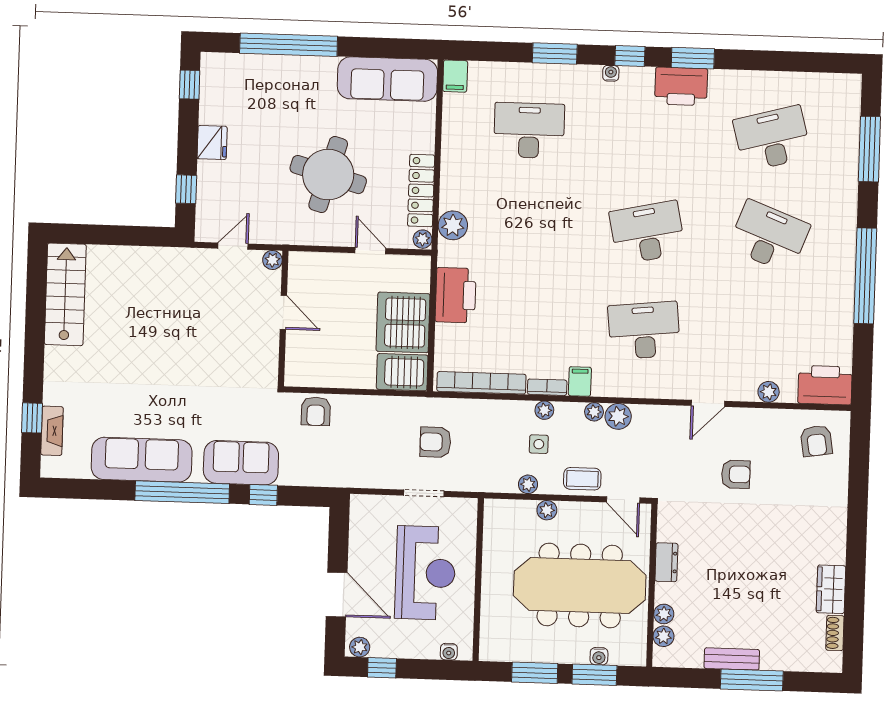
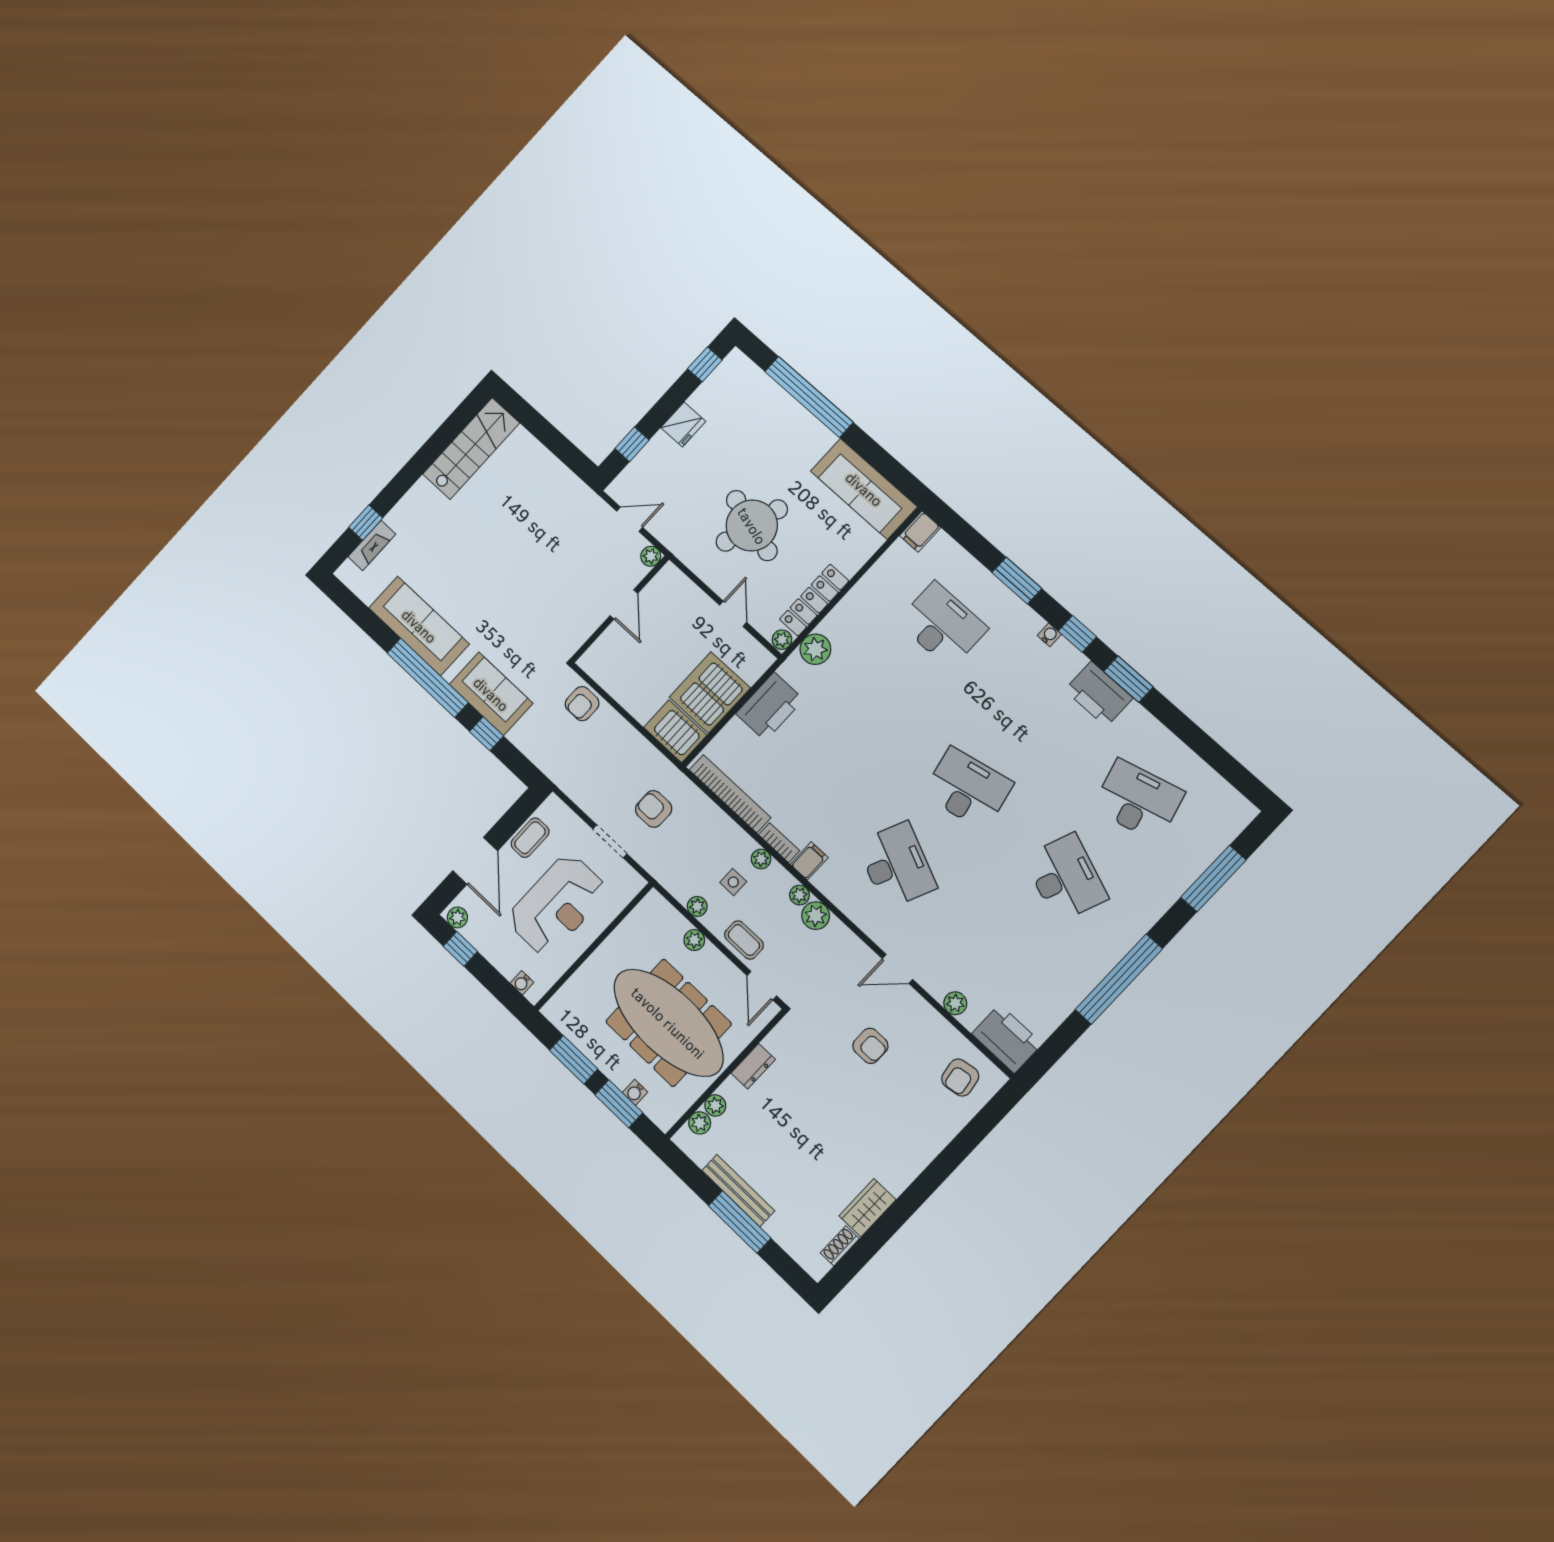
desk: (644, 330) -> (896, 865), turned 30
coffee table: (363, 542) -> (530, 838), added
bench: (732, 659) -> (738, 1191), width x1.36

